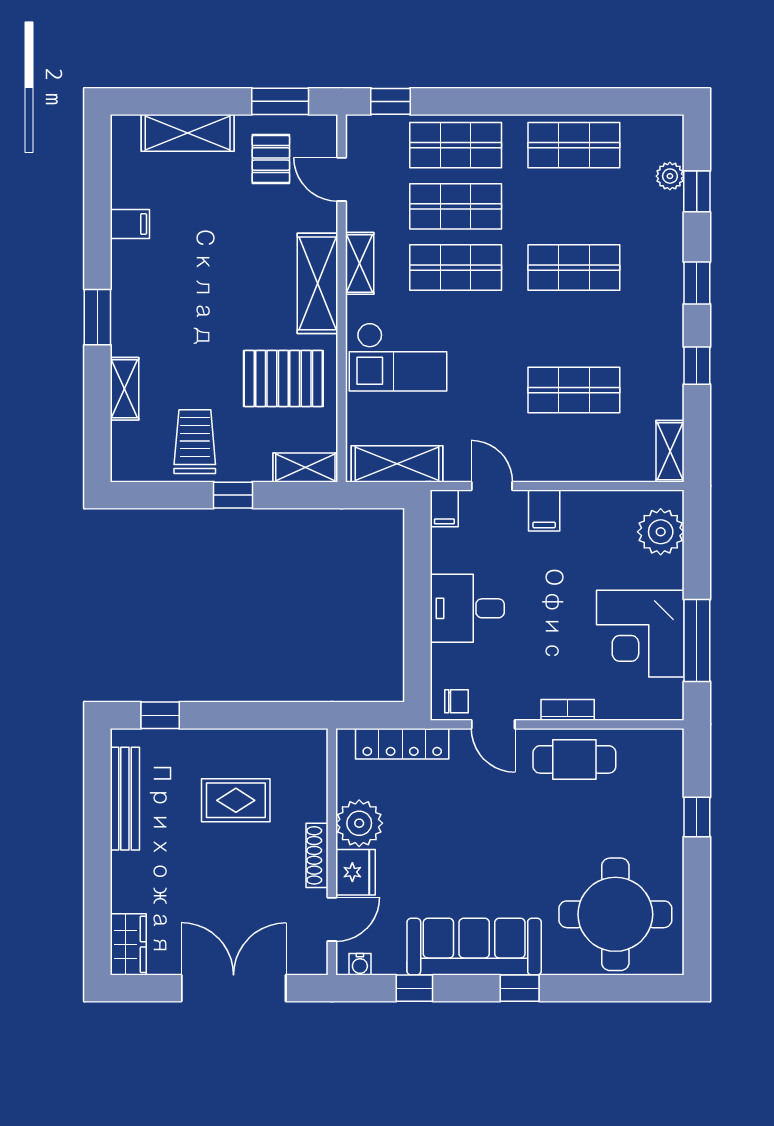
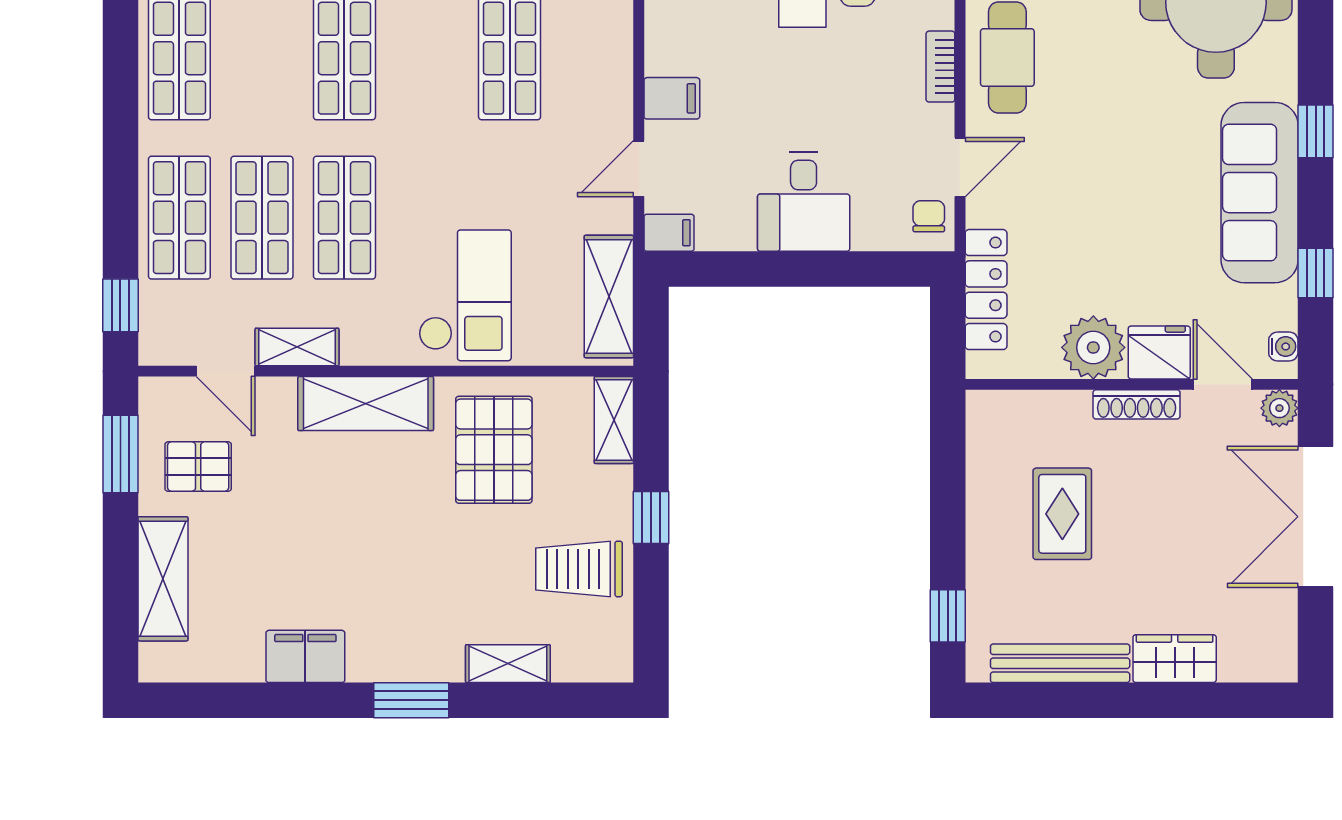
door: (342, 179) -> (226, 371), hinge flipped
filing cabinet: (130, 224) -> (305, 656), width x2.00
shelving: (360, 263) -> (297, 347), moved
wardrobe: (128, 944) -> (1175, 659), moved
plant: (314, 961) -> (1279, 408), added

